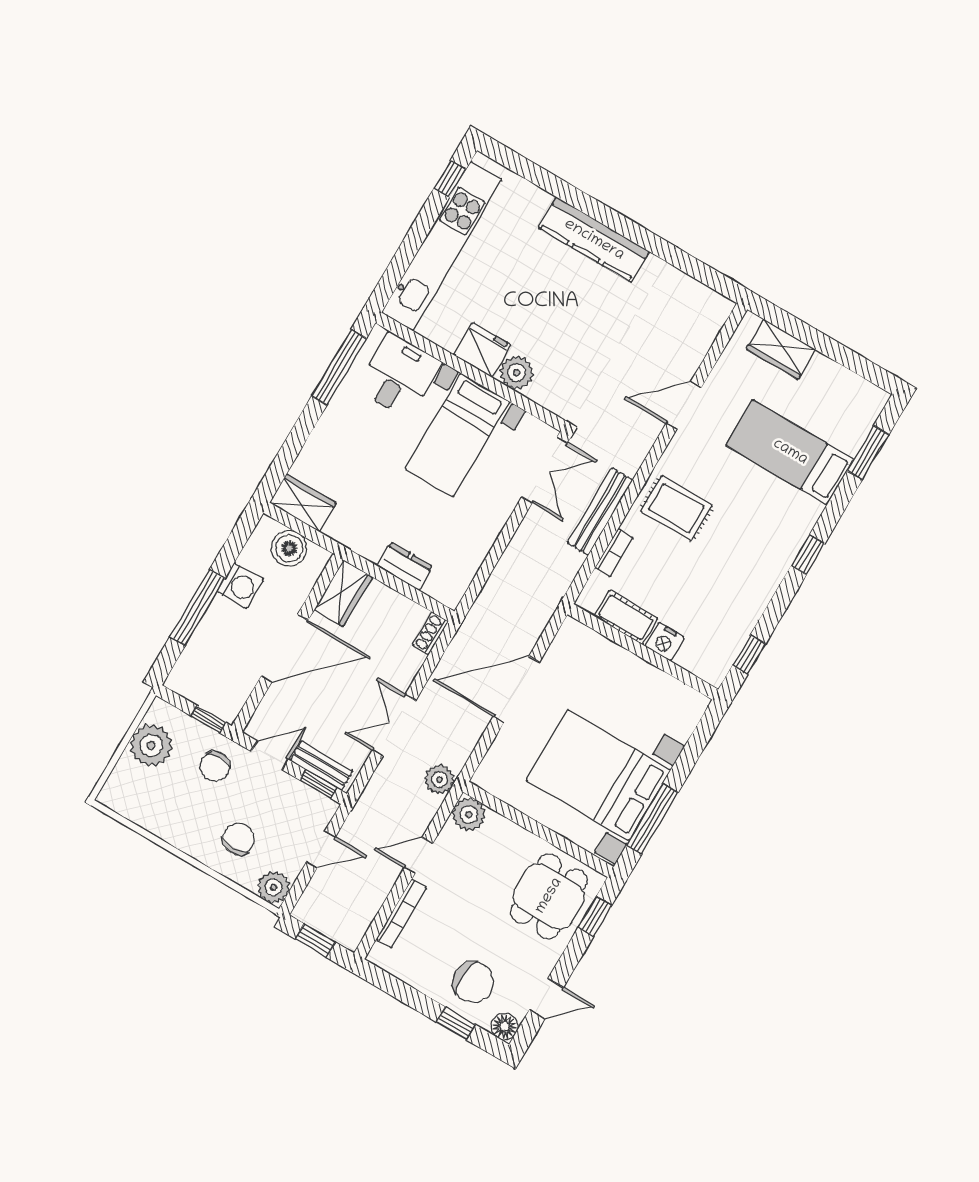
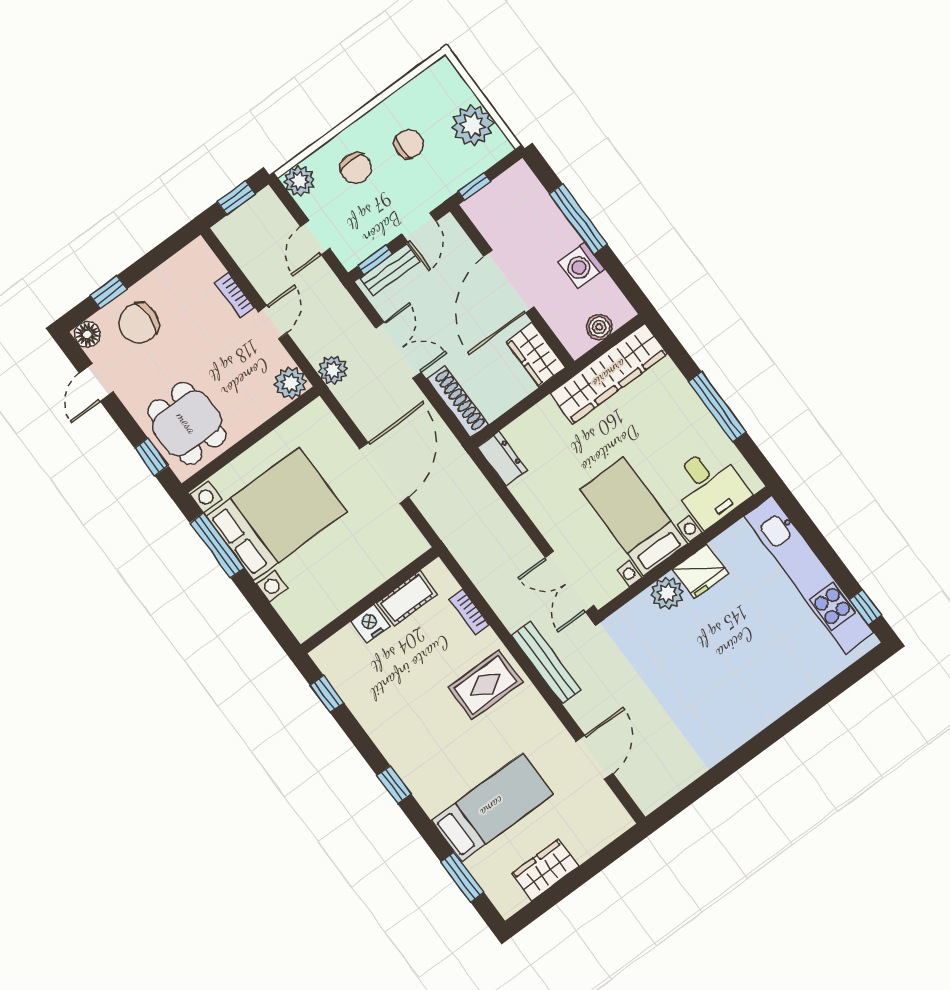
kitchen counter: (594, 240) -> (757, 713), removed
wardrobe: (781, 349) -> (545, 870), moved
window: (339, 367) -> (717, 407), moved
door: (684, 405) -> (595, 757), moved
wardrobe: (303, 503) -> (609, 374), width x2.10, depth x1.17
bench: (600, 512) -> (546, 663), moved
boiler: (289, 548) -> (599, 327), width x0.73, depth x0.73
dresser: (405, 566) -> (502, 458), moved, turned -90
shoe rack: (431, 634) -> (458, 402), width x1.94, depth x1.24
chair: (215, 766) -> (409, 144), moved, turned 90
bookcase: (402, 914) -> (235, 295), width x0.64

